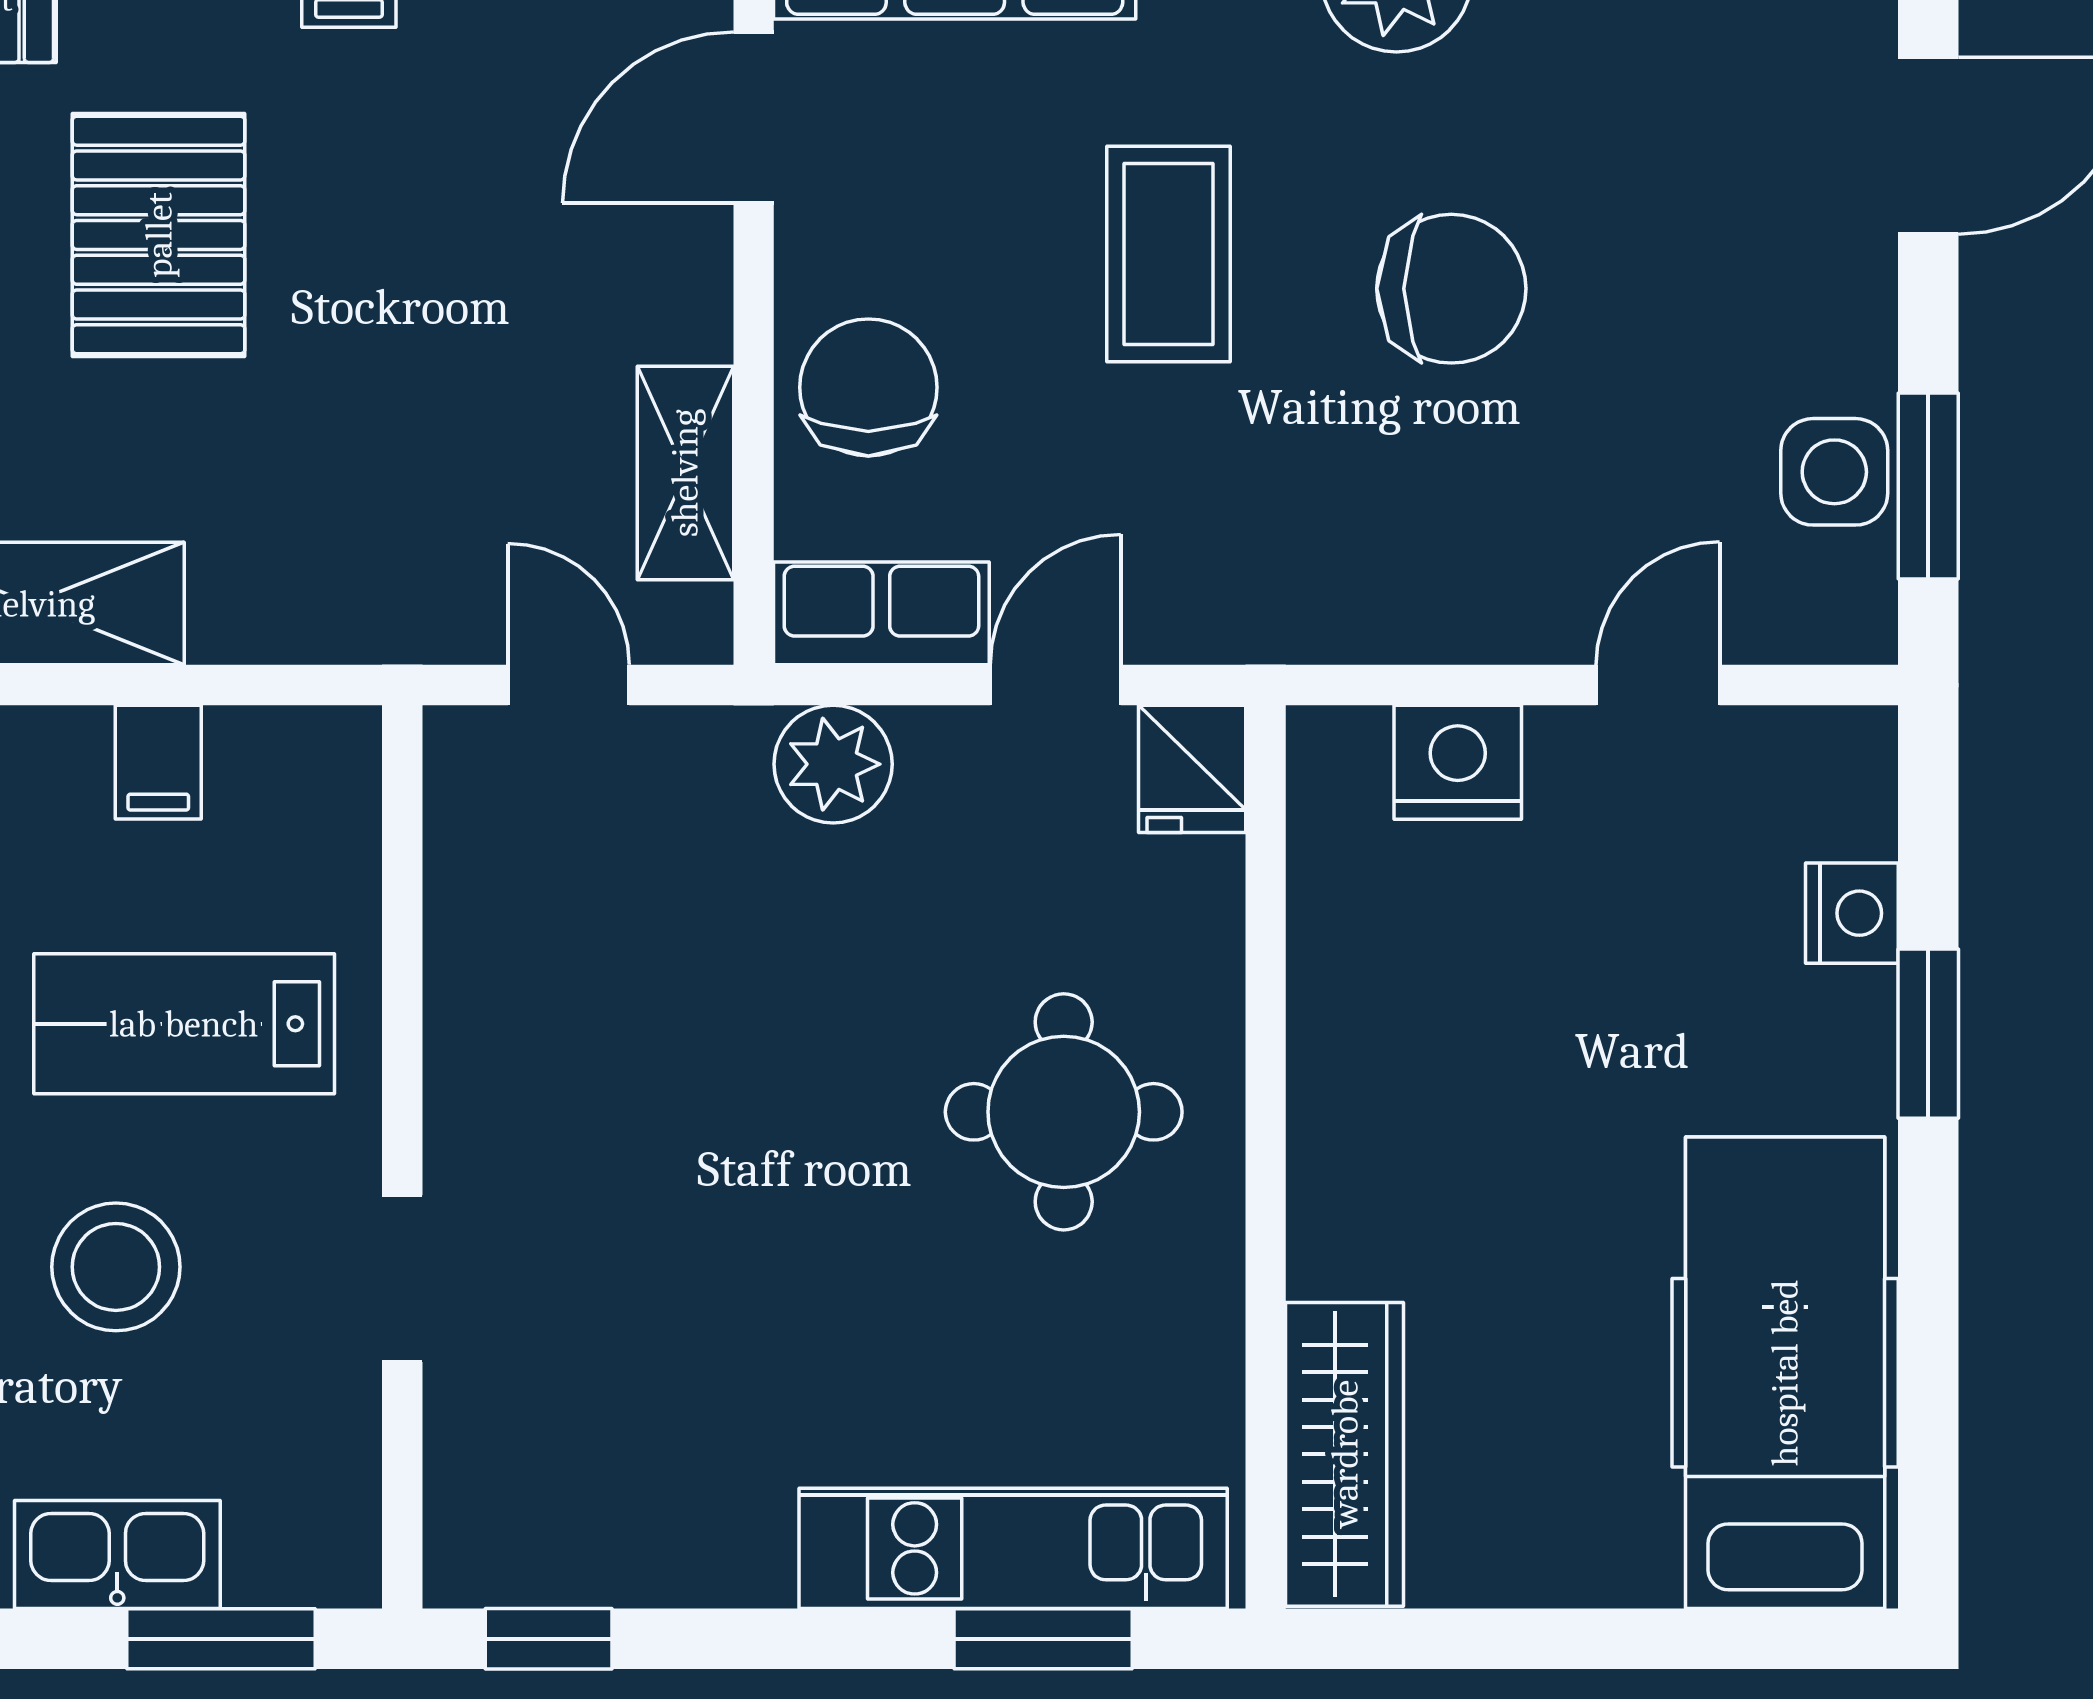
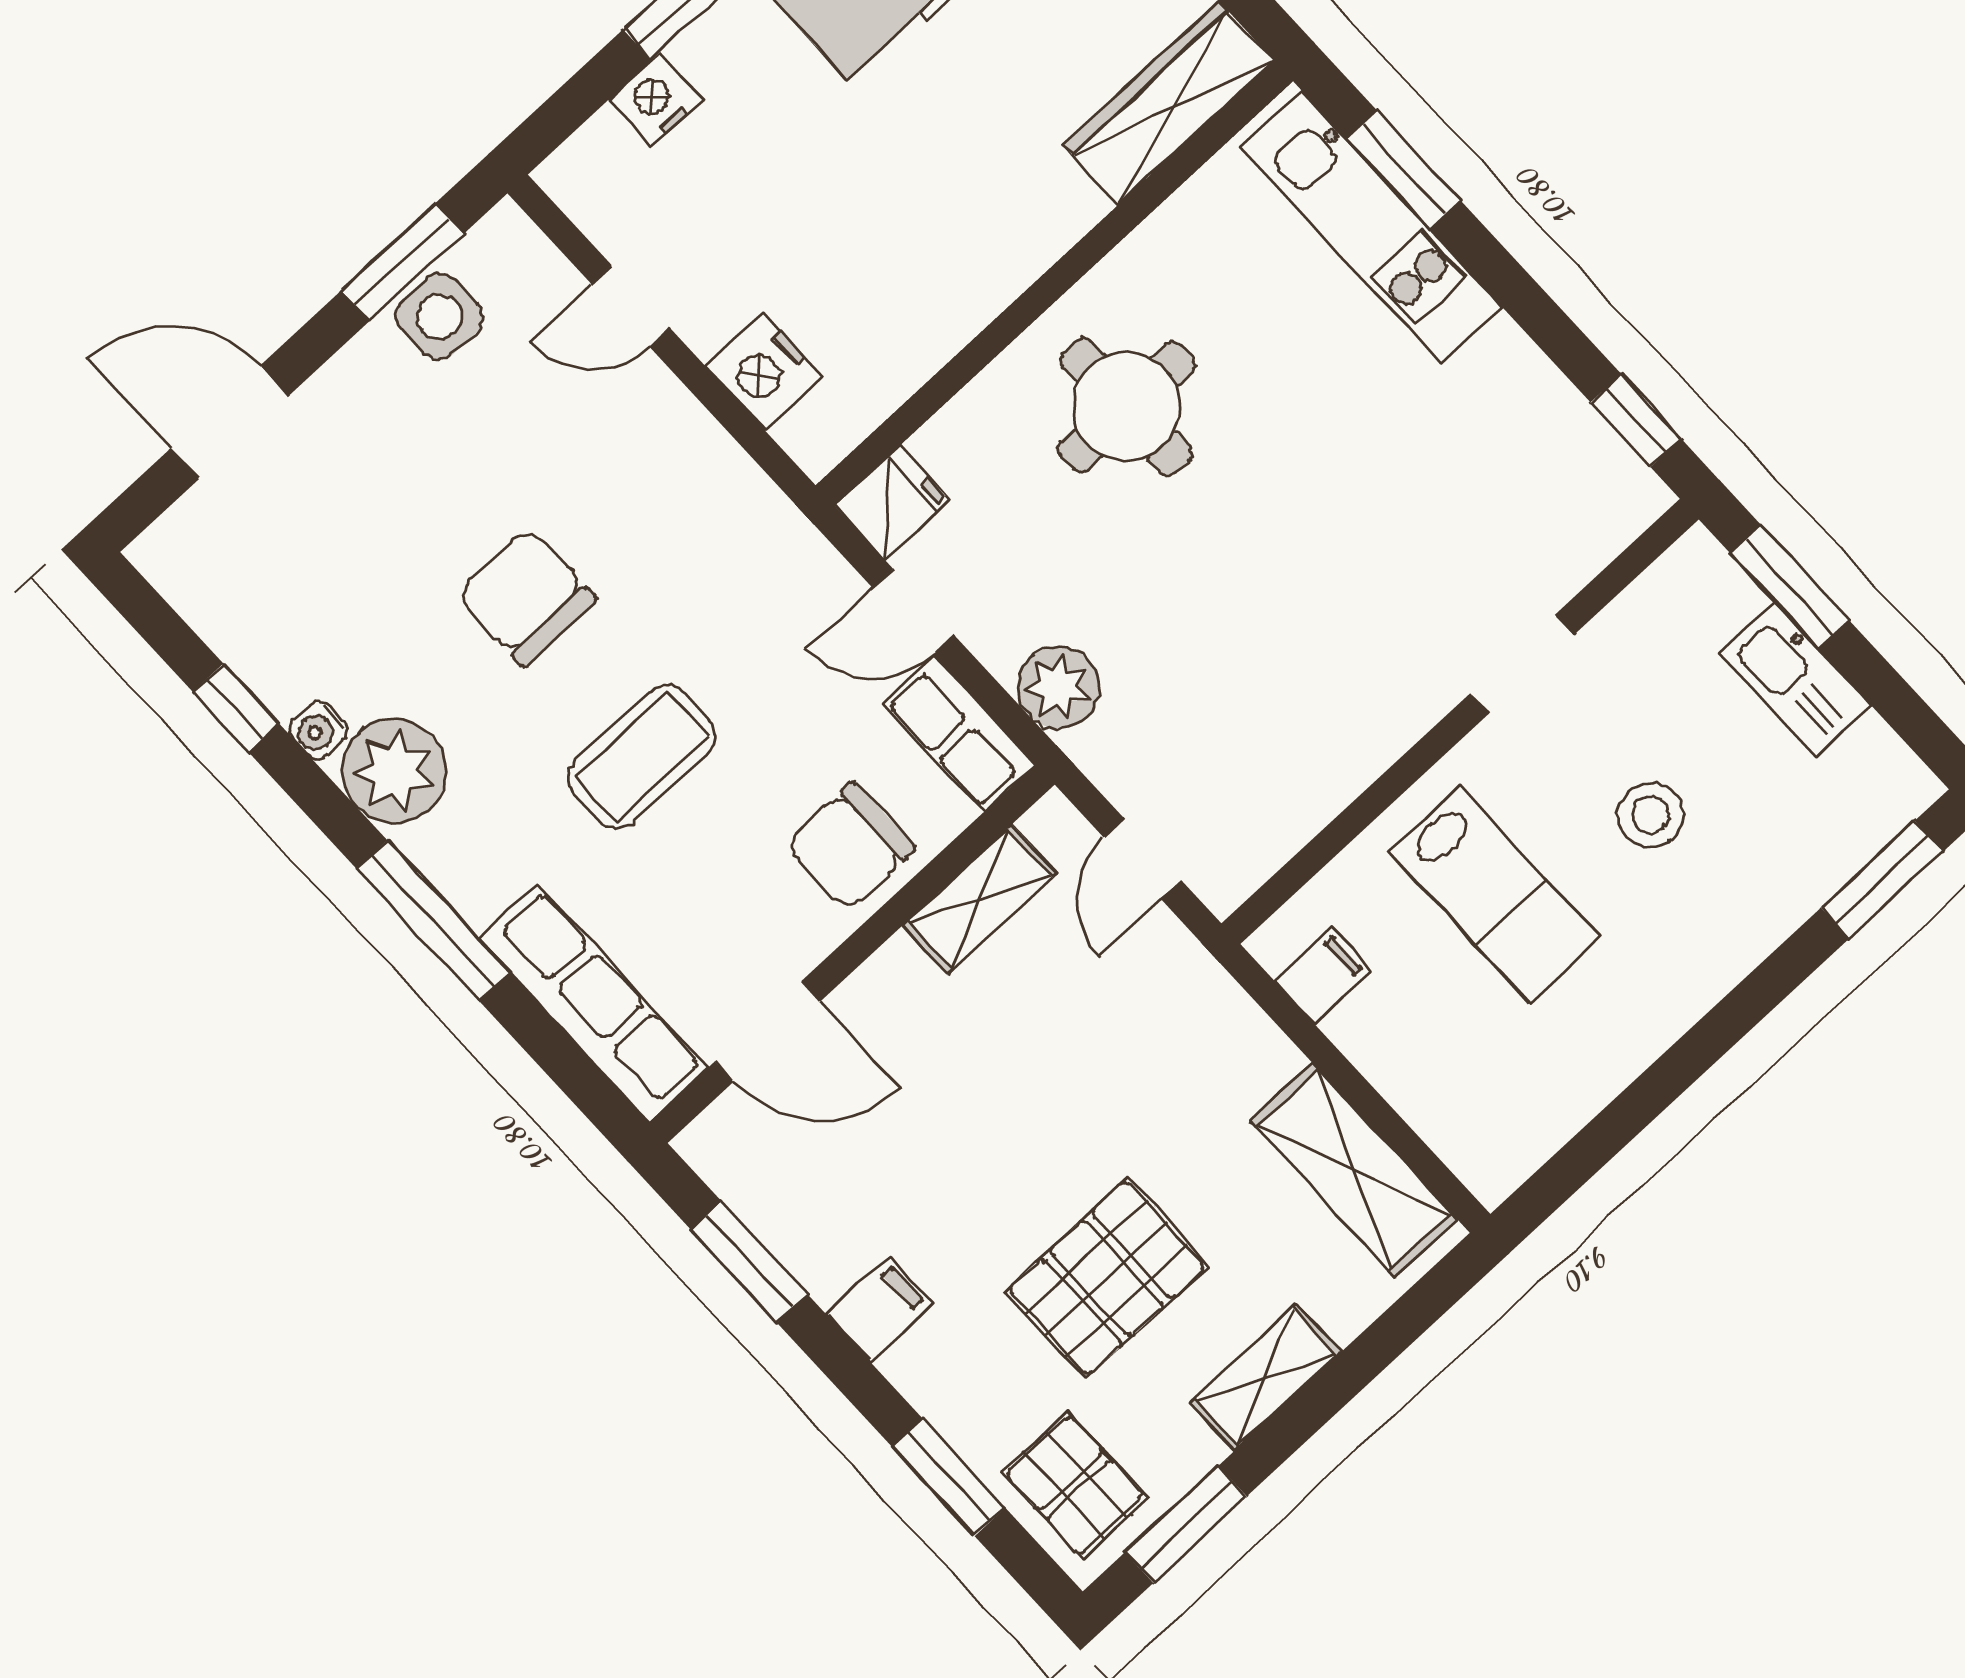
filing cabinet: (158, 762) -> (1323, 975), moved
stool: (116, 1267) -> (1651, 815), width x0.73, depth x0.73

